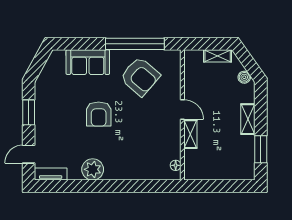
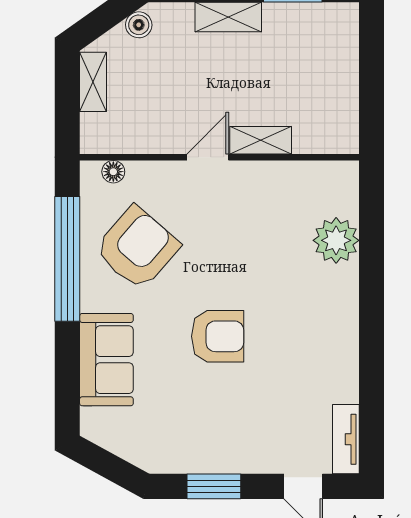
floor lamp: (176, 165) -> (113, 172), moved
plant: (93, 169) -> (336, 240), moved

